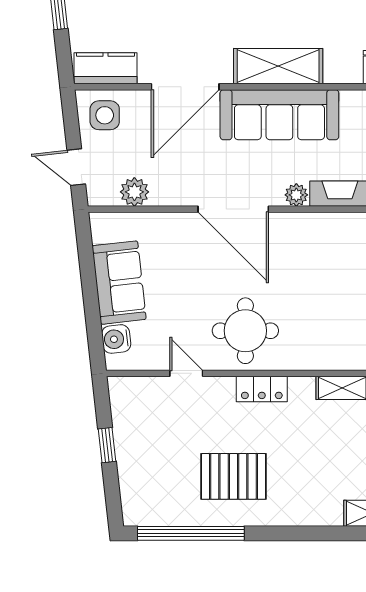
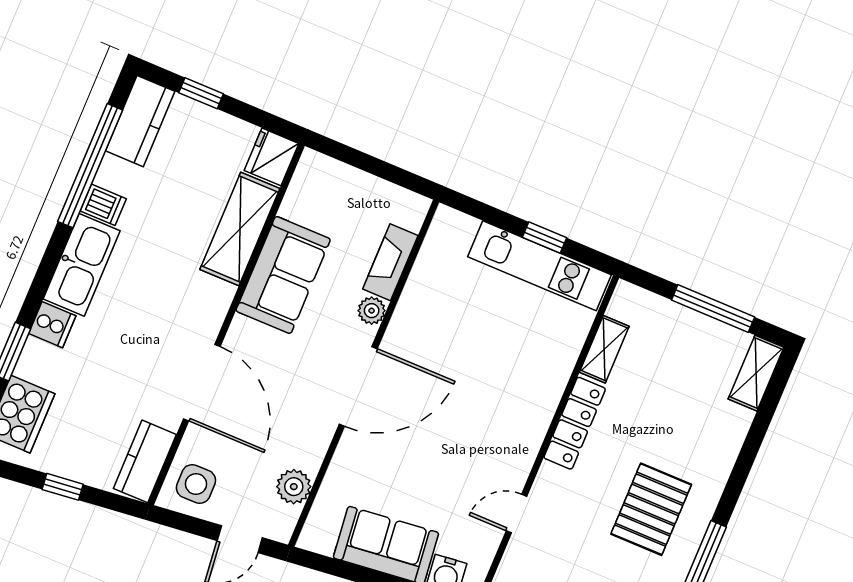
shelving: (278, 66) -> (240, 229), moved
sofa: (279, 115) -> (283, 275), width x0.73
round table: (245, 331) -> (497, 429), removed
locker: (262, 389) -> (575, 423), width x1.53

